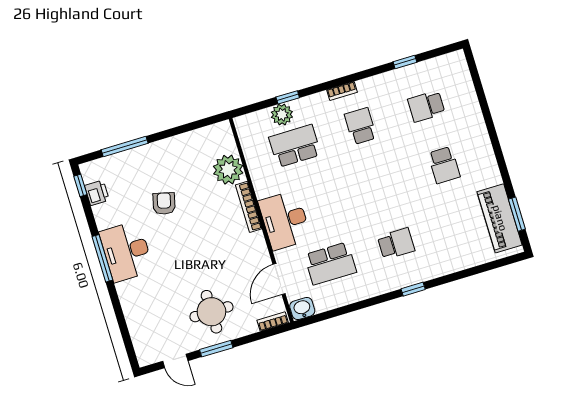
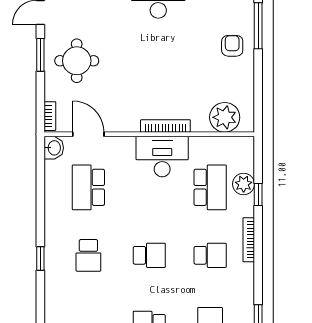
bookcase: (342, 91) -> (249, 240), width x1.56
plant: (228, 170) -> (225, 117), moved
school desk: (378, 185) -> (149, 255), added
armchair: (164, 203) -> (232, 46), moved, turned -104
desk: (285, 220) -> (162, 157), moved

